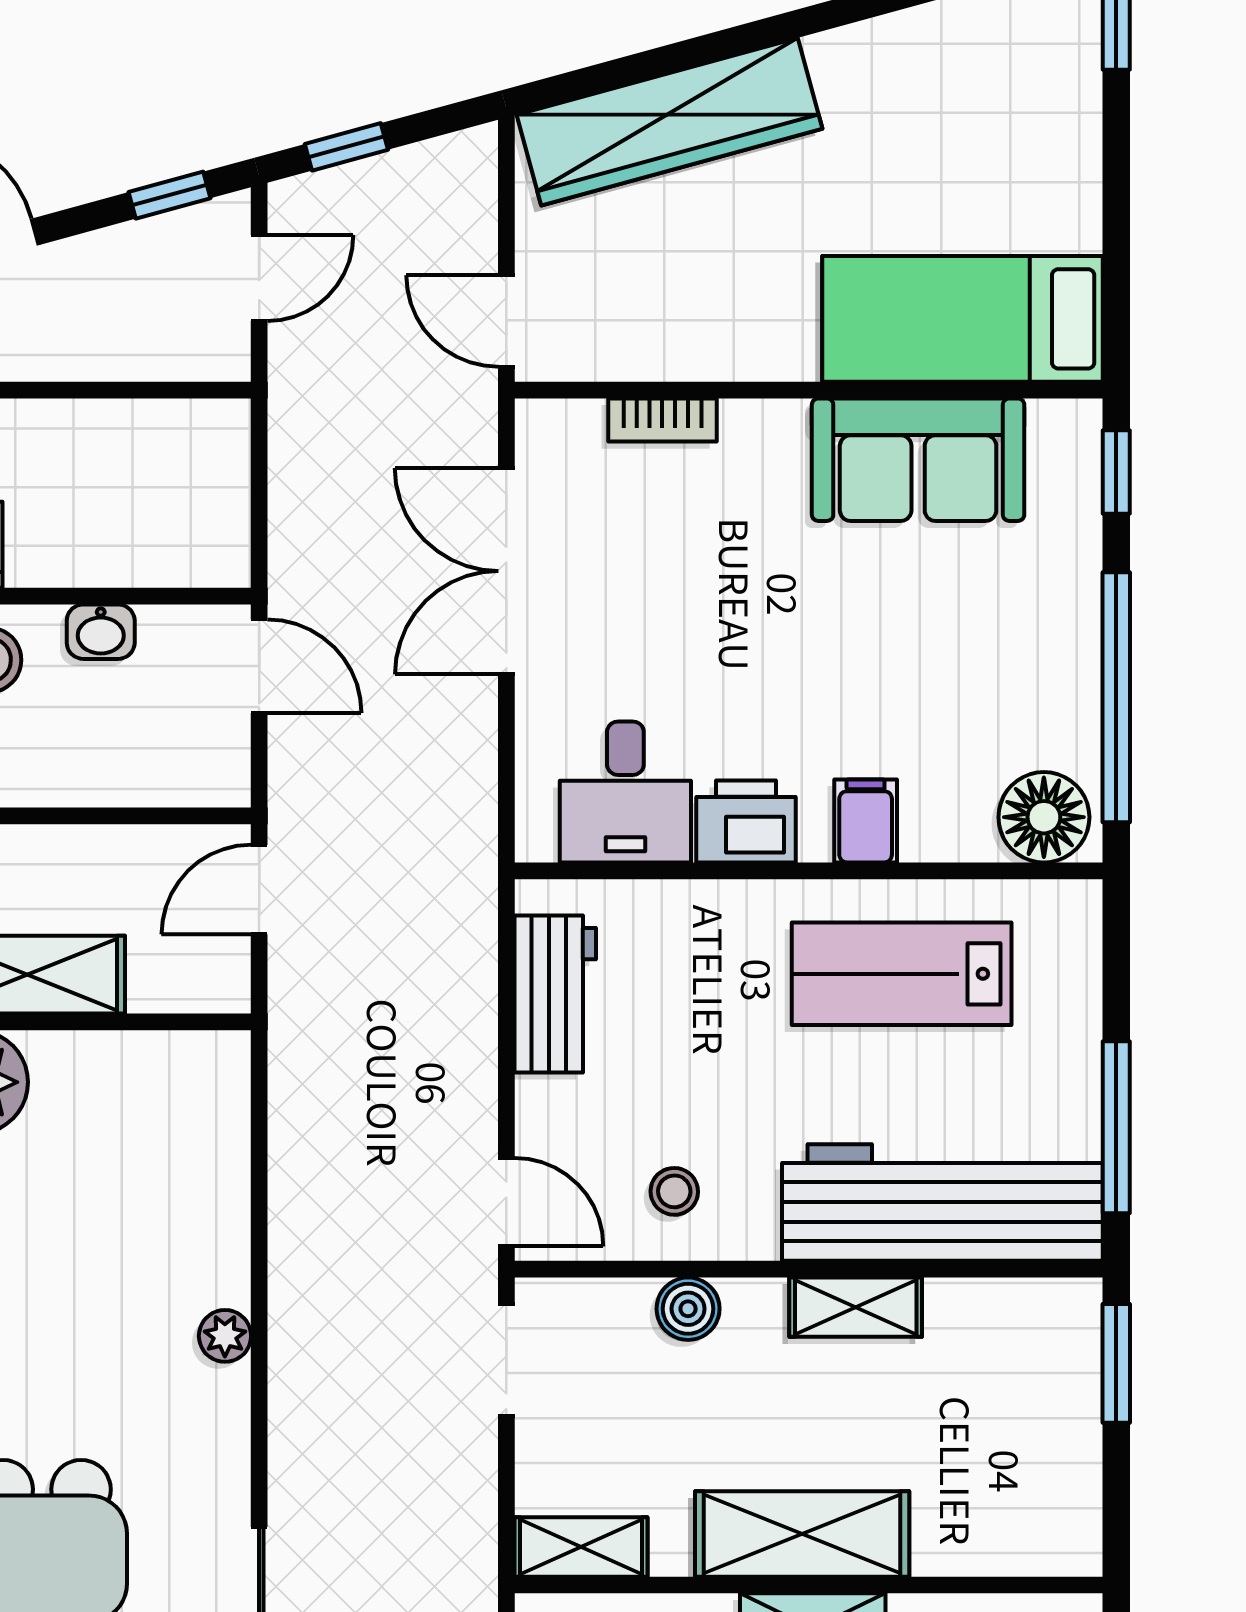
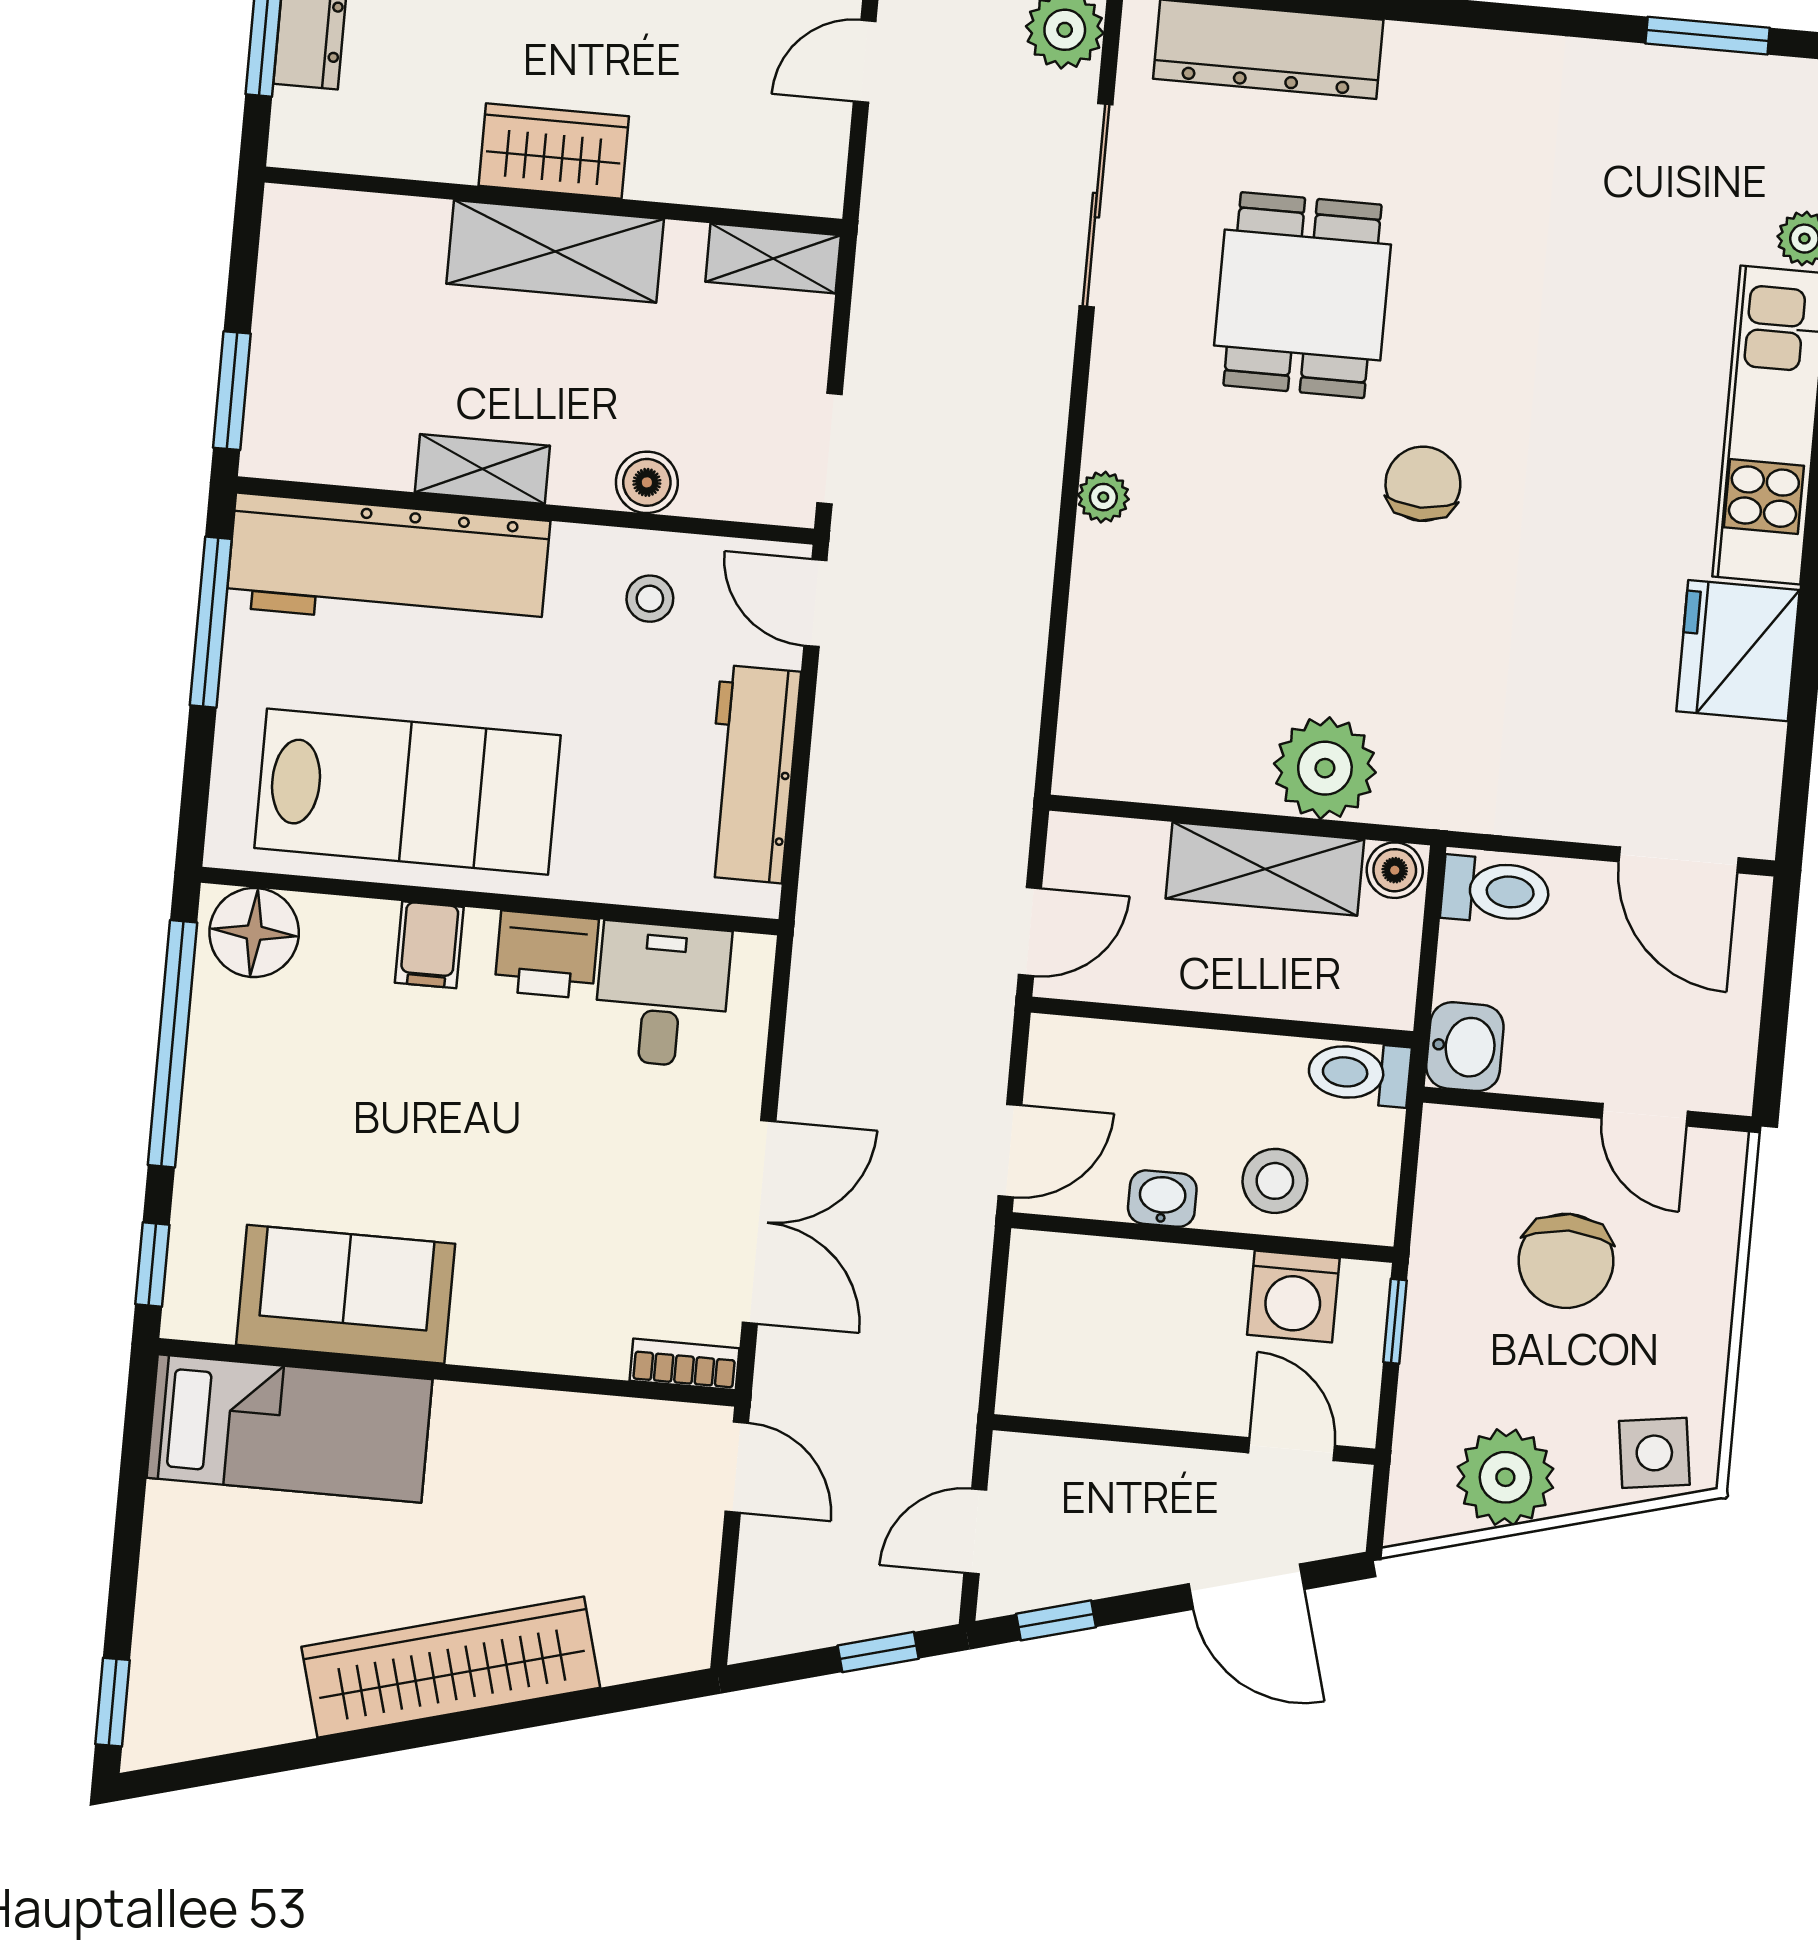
wardrobe: (669, 122) -> (451, 1667), moved
bookcase: (662, 420) -> (684, 1364), moved
door: (259, 666) -> (1010, 1151), swing flipped
lab bench: (902, 974) -> (408, 792), width x1.36, depth x1.39
workbench: (555, 994) -> (752, 774), width x1.38

